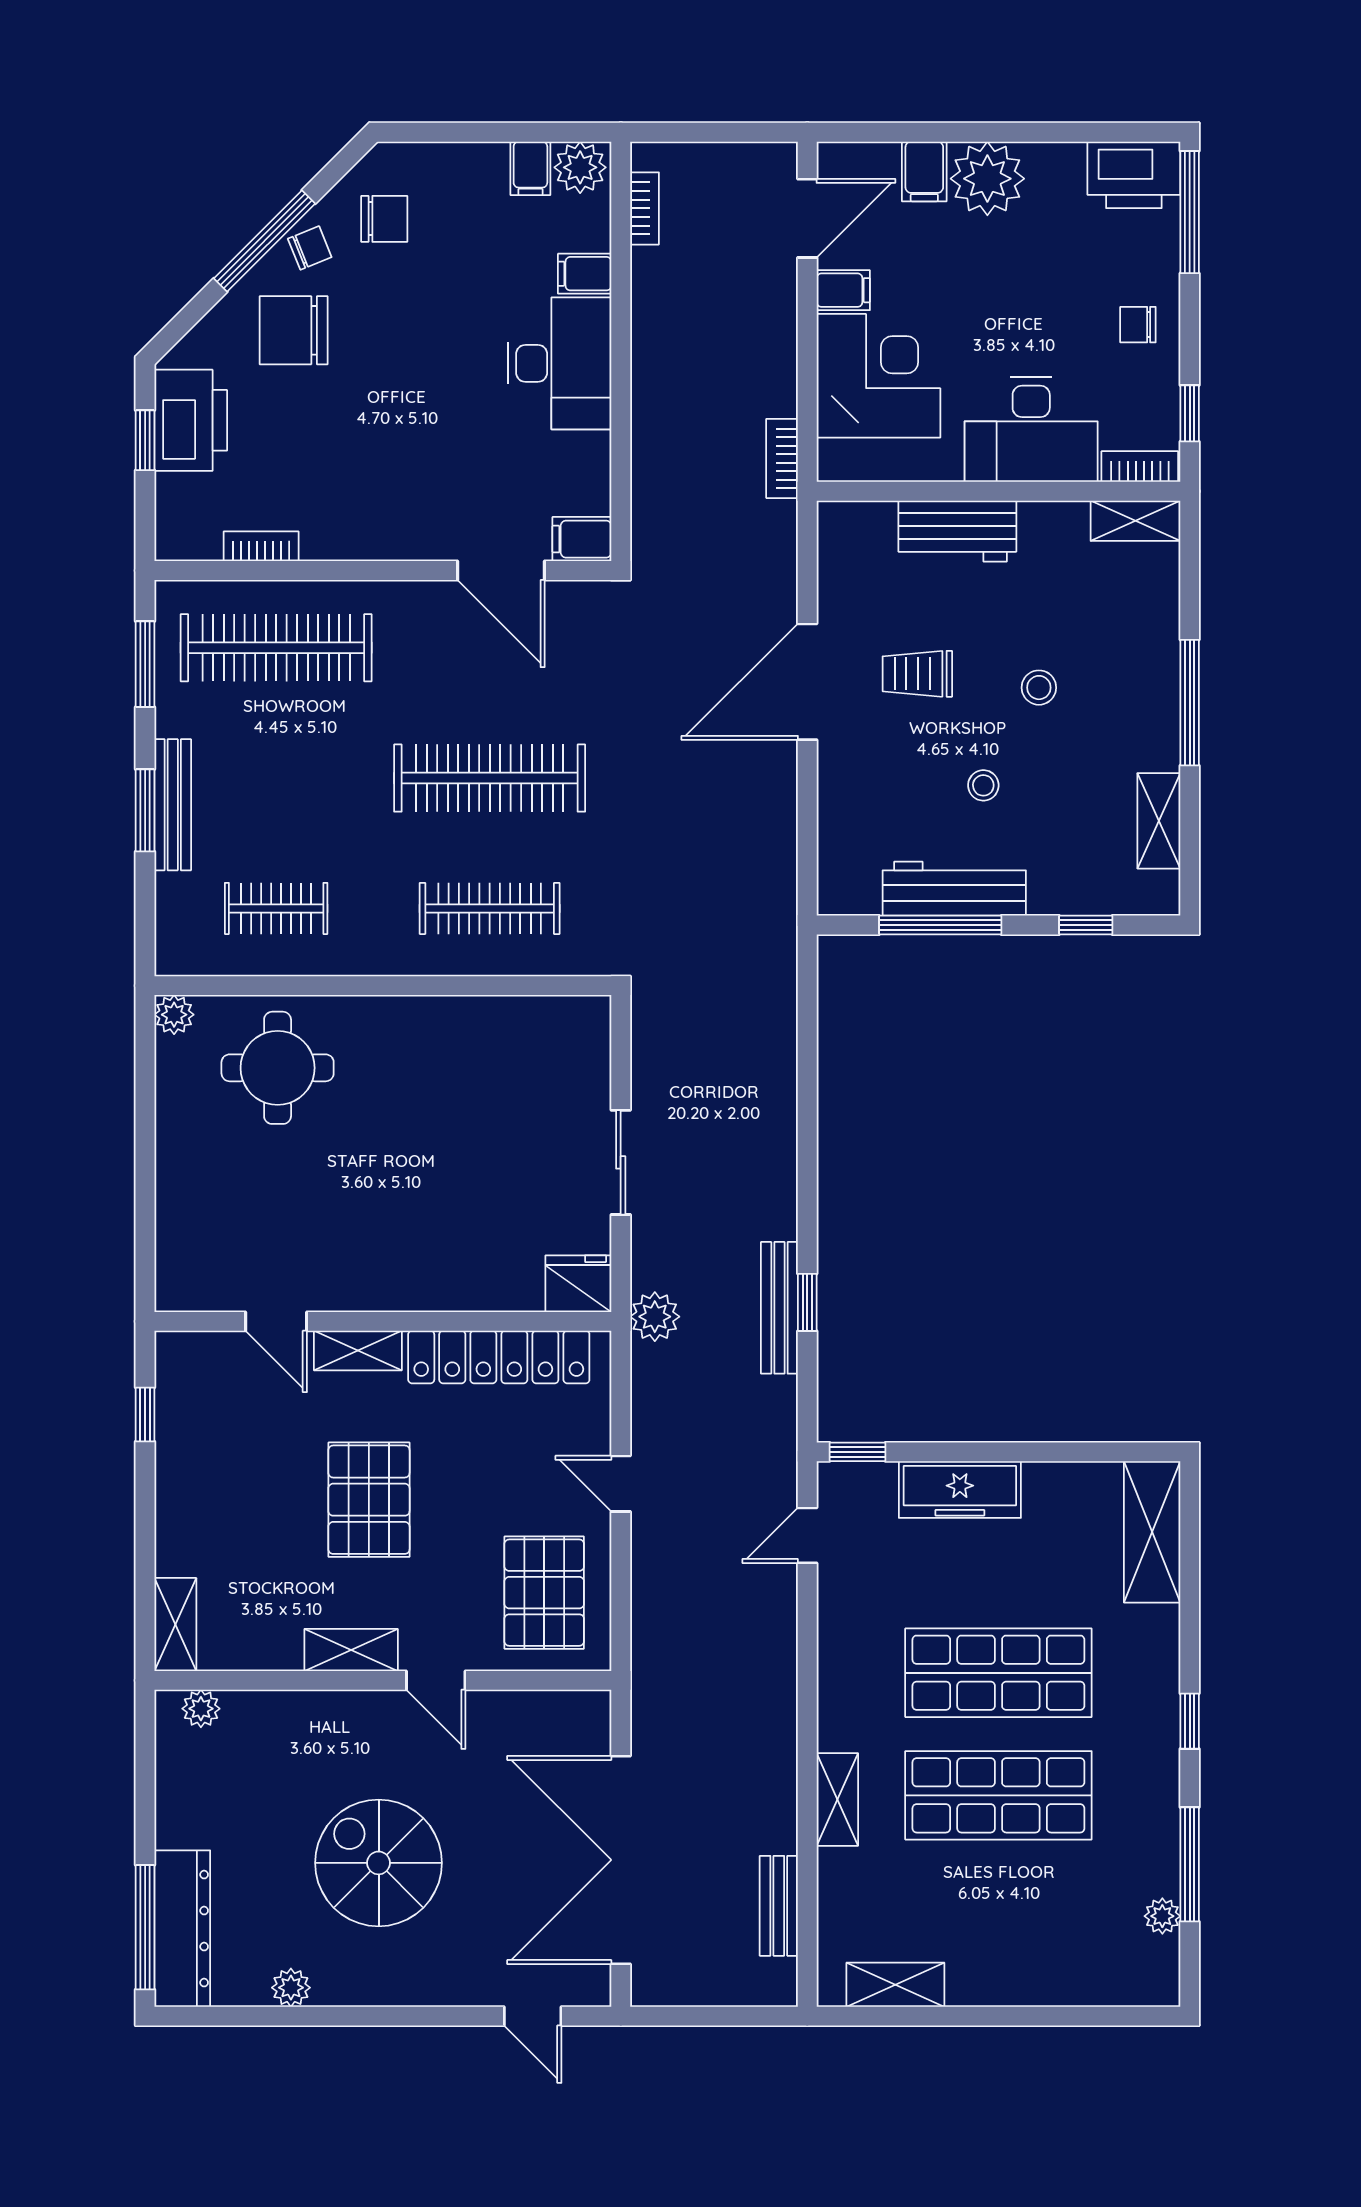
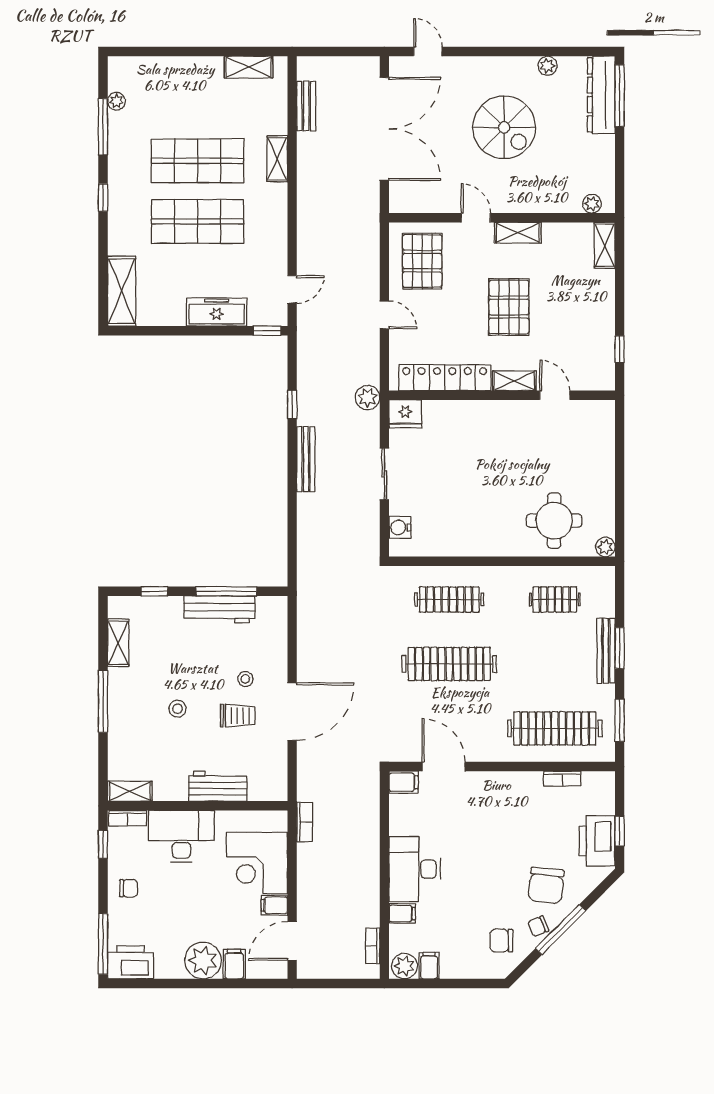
chair: (294, 330) -> (546, 885), turned 96
stool: (983, 785) -> (245, 679), moved
water cooler: (589, 1054) -> (400, 527), added
bench: (779, 1308) -> (306, 459), moved

